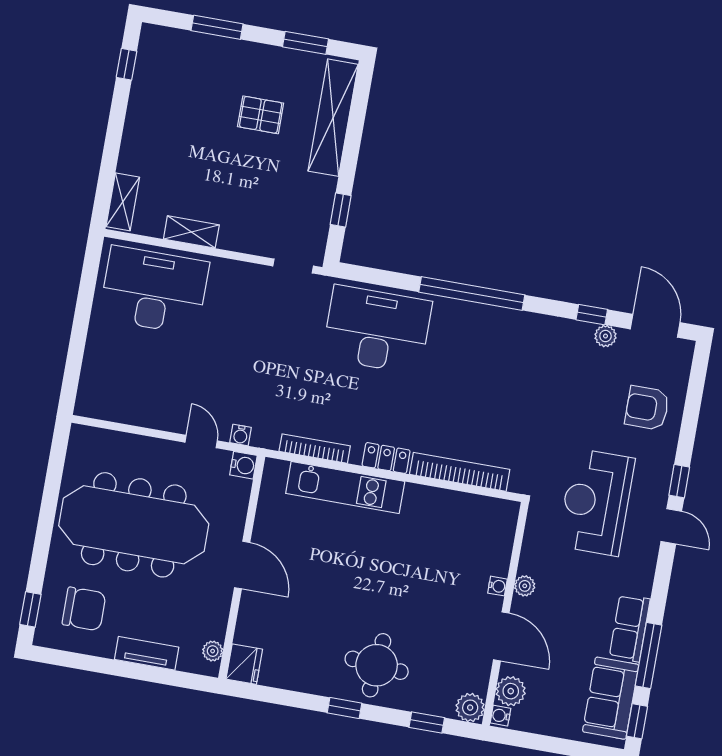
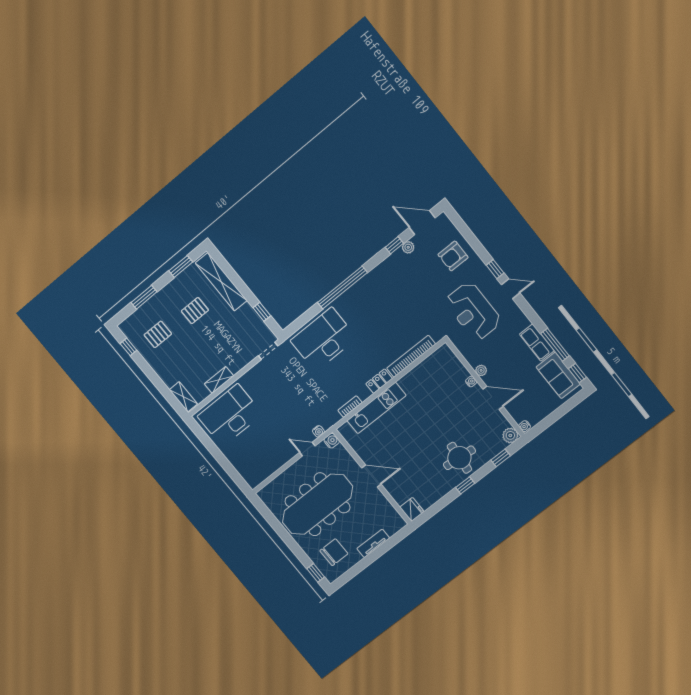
pallet: (181, 91) -> (158, 334), added
bookcase: (315, 449) -> (350, 407), width x0.64
plant: (213, 651) -> (395, 517), removed
plant: (511, 691) -> (519, 413), removed

